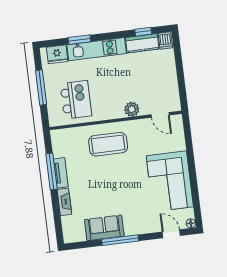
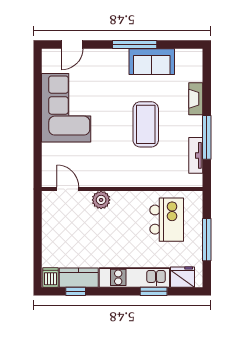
kitchen island: (76, 100) -> (167, 220), turned 180
coffee table: (108, 144) -> (146, 124), moved, turned 90
tv unit: (61, 173) -> (196, 155), moved
floor lamp: (191, 223) -> (47, 54), removed
door: (171, 234) -> (72, 45), hinge flipped

